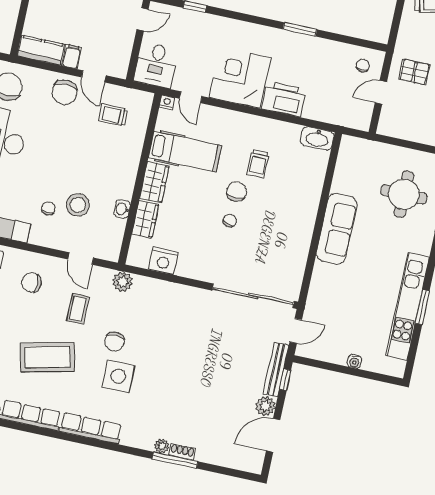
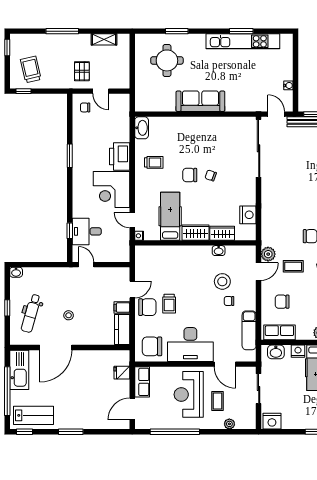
desk: (156, 65) -> (87, 231), moved, turned 180
door: (191, 97) -> (132, 220), swing flipped
trolley: (113, 115) -> (169, 304), moved
trolley: (258, 164) -> (154, 162), moved
chair: (31, 282) -> (282, 302), turned 90
plant: (123, 282) -> (268, 254), moved
water cooler: (354, 362) -> (288, 85), moved

